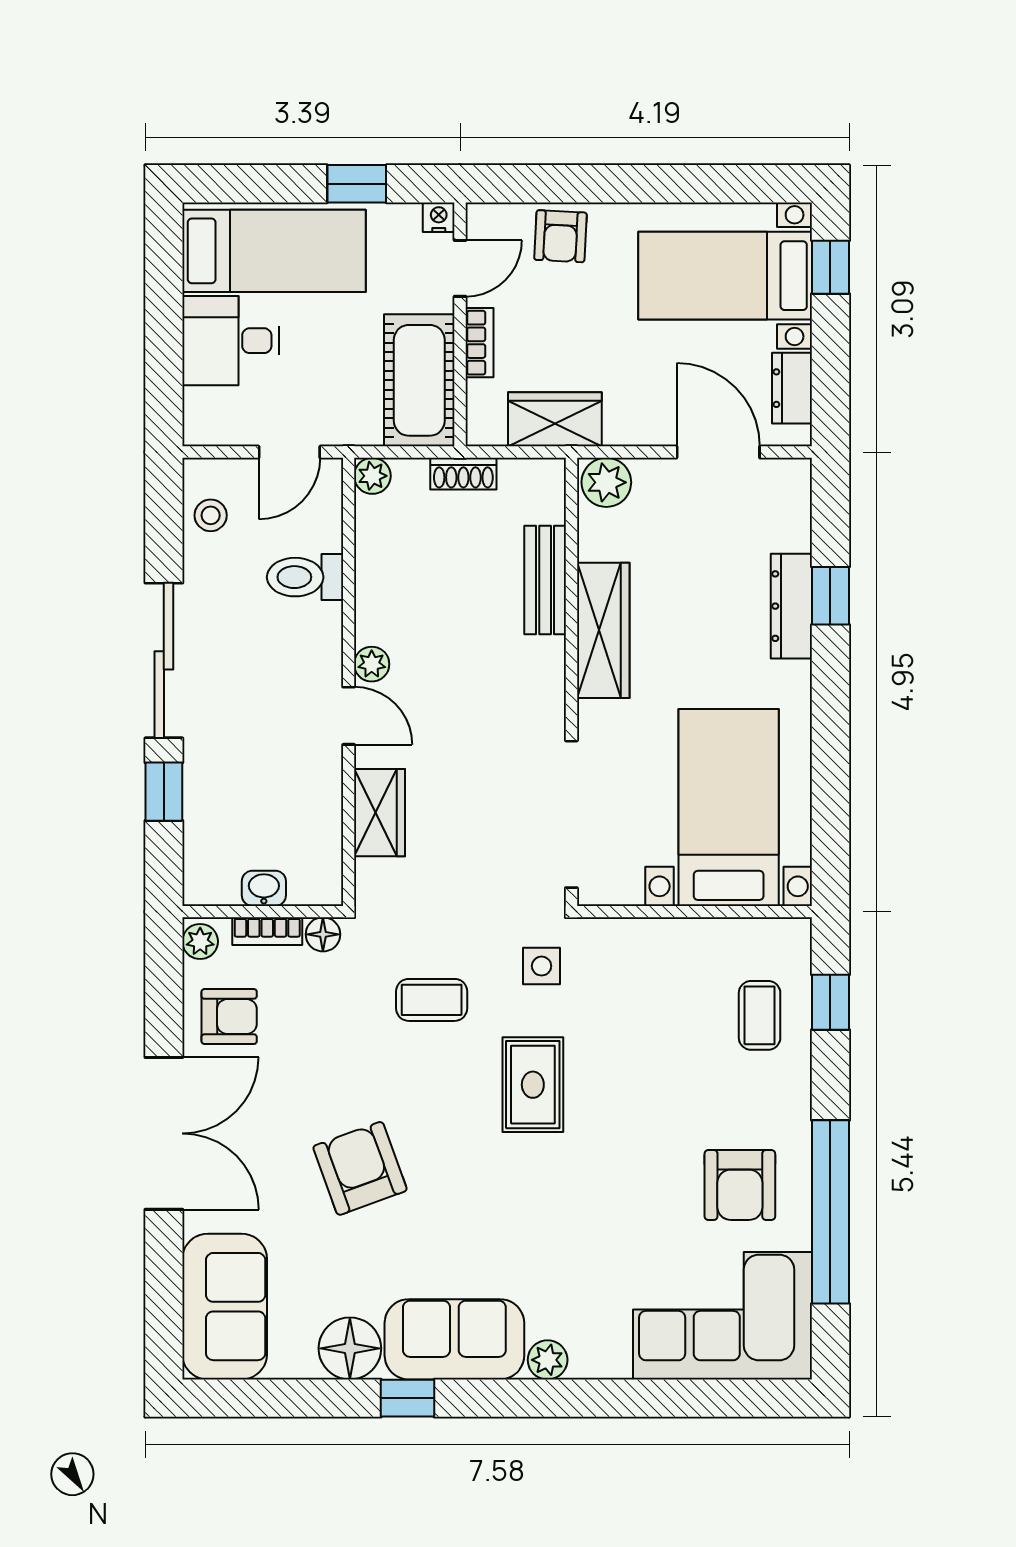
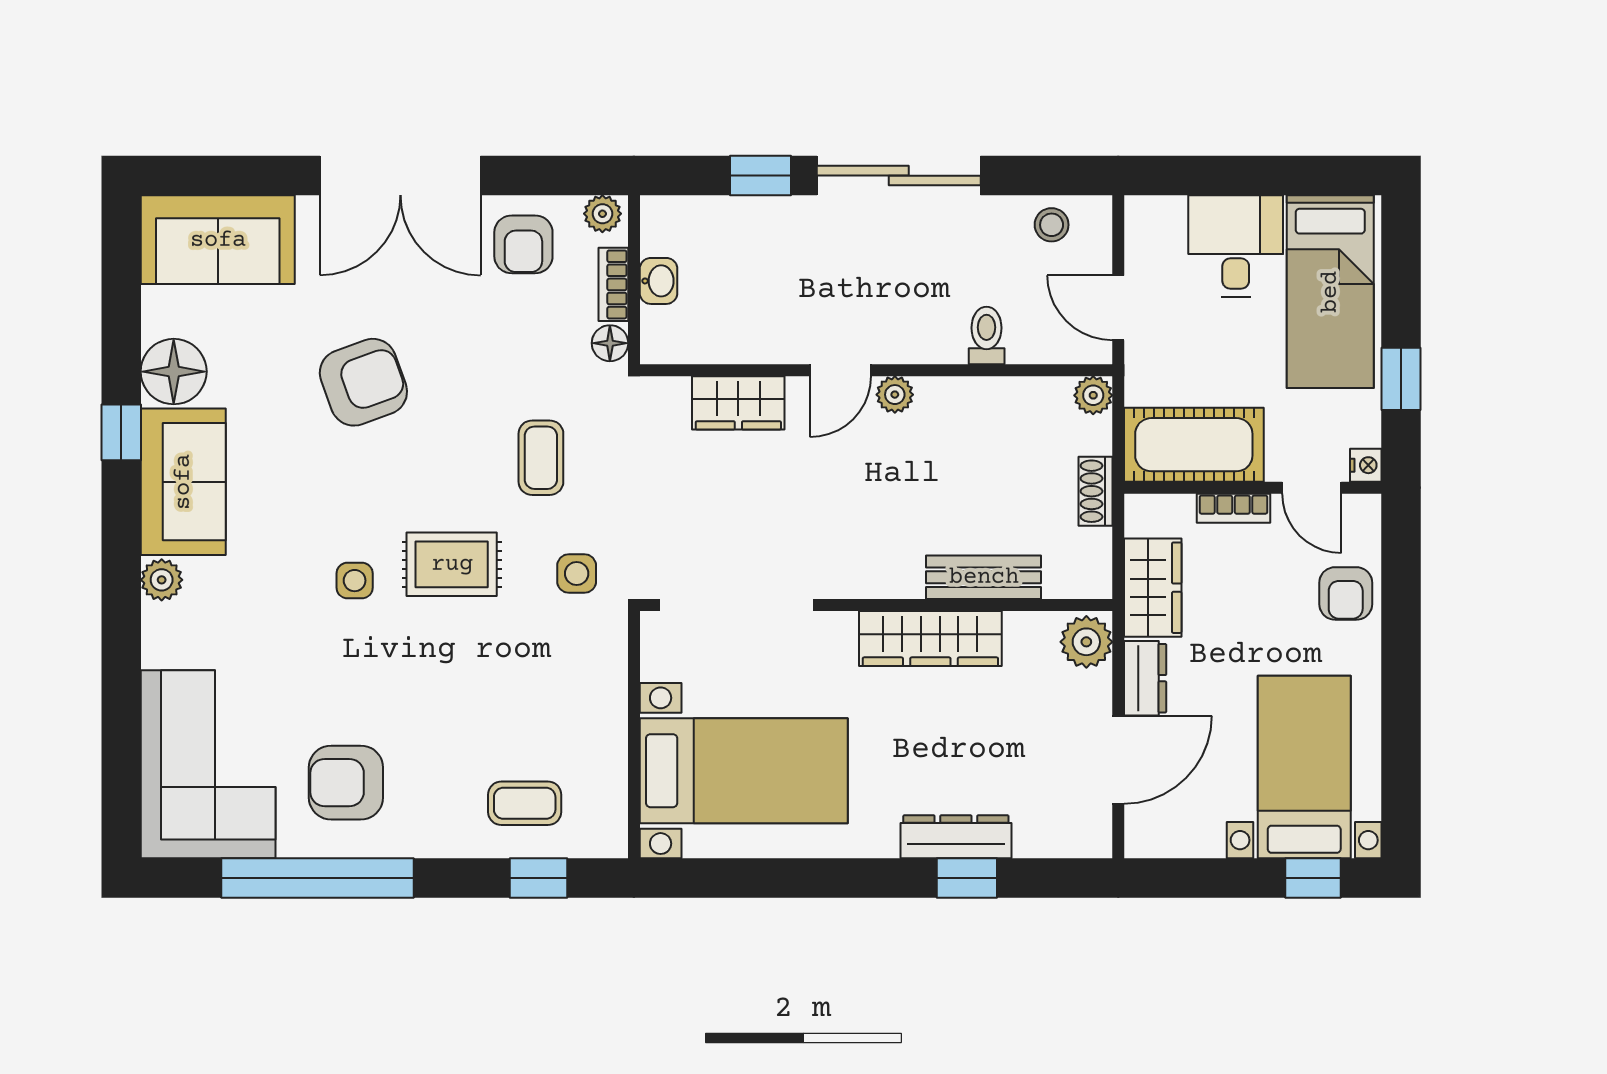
armchair: (560, 236) -> (1346, 593), turned -93
dresser: (792, 388) -> (1145, 678), moved, turned 90
toilet: (305, 577) -> (987, 335), width x0.73, depth x0.72
side table: (548, 1177) -> (355, 581), added

